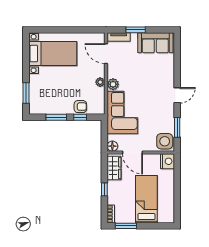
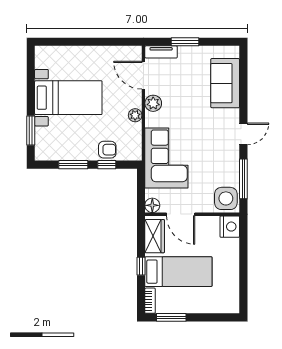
sofa: (155, 43) -> (225, 83), moved, turned 90
bed with nightstands: (53, 54) -> (68, 98), moved
plant: (113, 84) -> (153, 103), moved
window: (177, 127) -> (243, 179), width x1.44
bed: (146, 199) -> (178, 272), moved, turned 90

